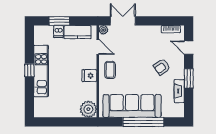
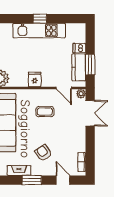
window: (59, 21) -> (90, 65), moved
door: (98, 47) -> (64, 88), hinge flipped
door: (189, 48) -> (63, 180), hinge flipped
coffee table: (110, 70) -> (45, 112), moved

